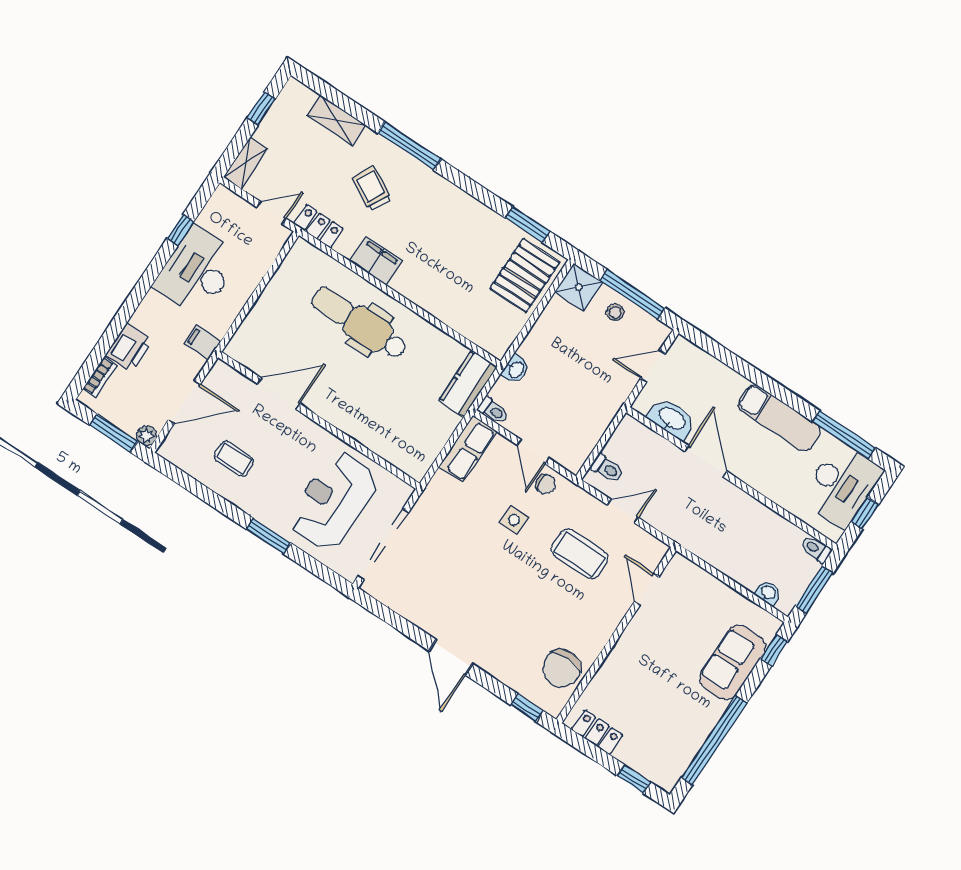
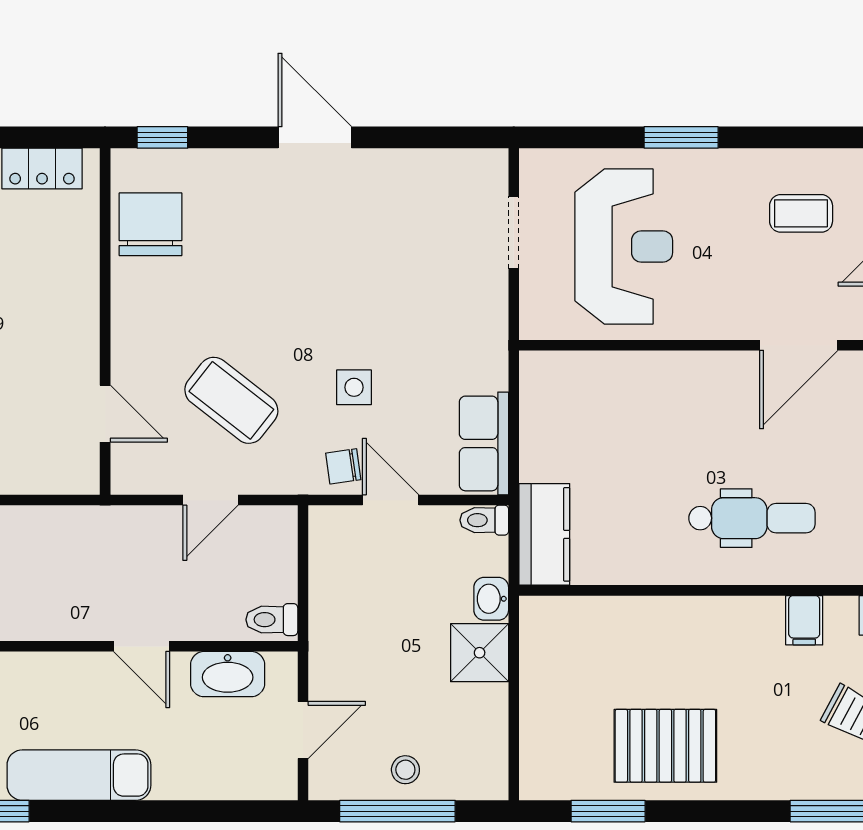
filing cabinet: (376, 261) -> (804, 620), width x0.50
pallet: (525, 275) -> (665, 746), moved, turned 90
shower: (579, 287) -> (480, 653), moved
dental chair: (359, 323) -> (752, 518), width x0.73, depth x0.72
door: (706, 461) -> (142, 646), width x0.73
toilet: (607, 469) -> (272, 620), moved
doorway: (383, 544) -> (514, 232), width x0.53
coffee table: (579, 554) -> (231, 400), turned 38

